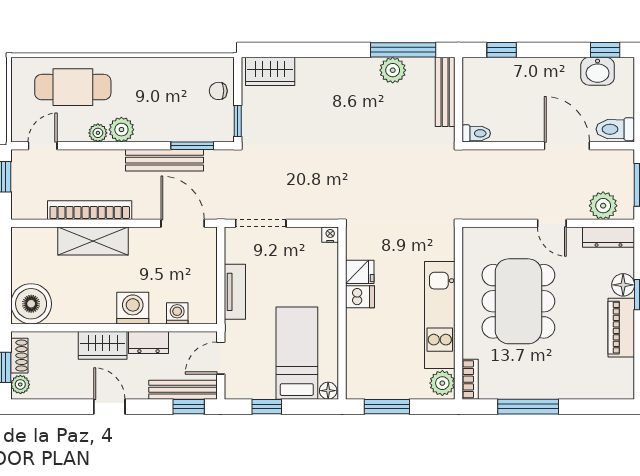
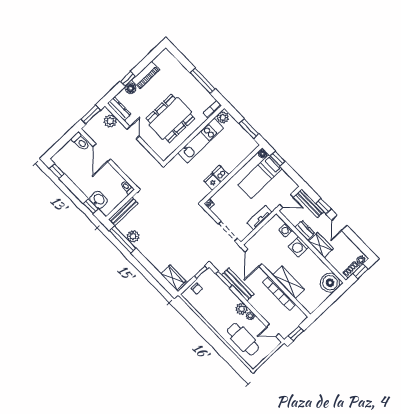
washbasin: (598, 71) -> (98, 200), moved
window: (189, 407) -> (323, 206), moved
window: (267, 407) -> (278, 159), moved

